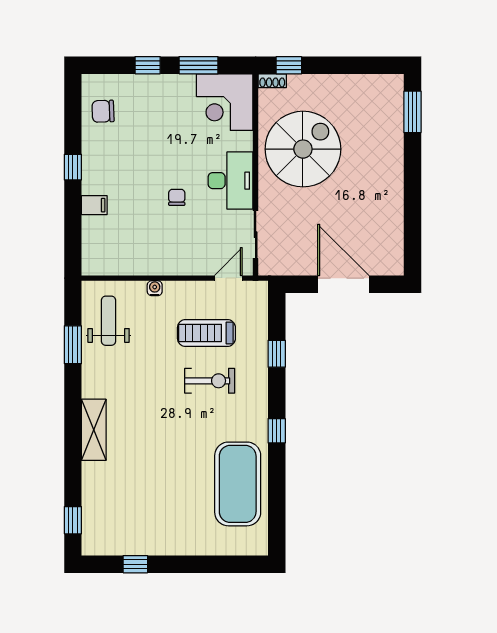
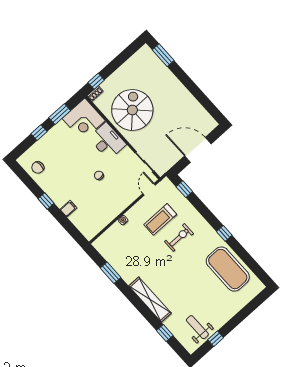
desk: (231, 181) -> (107, 141), moved
weight bench: (109, 321) -> (197, 327), moved
window: (277, 354) -> (184, 189), moved
shelving: (94, 430) -> (150, 300), width x1.47
window: (73, 520) -> (165, 333), moved

